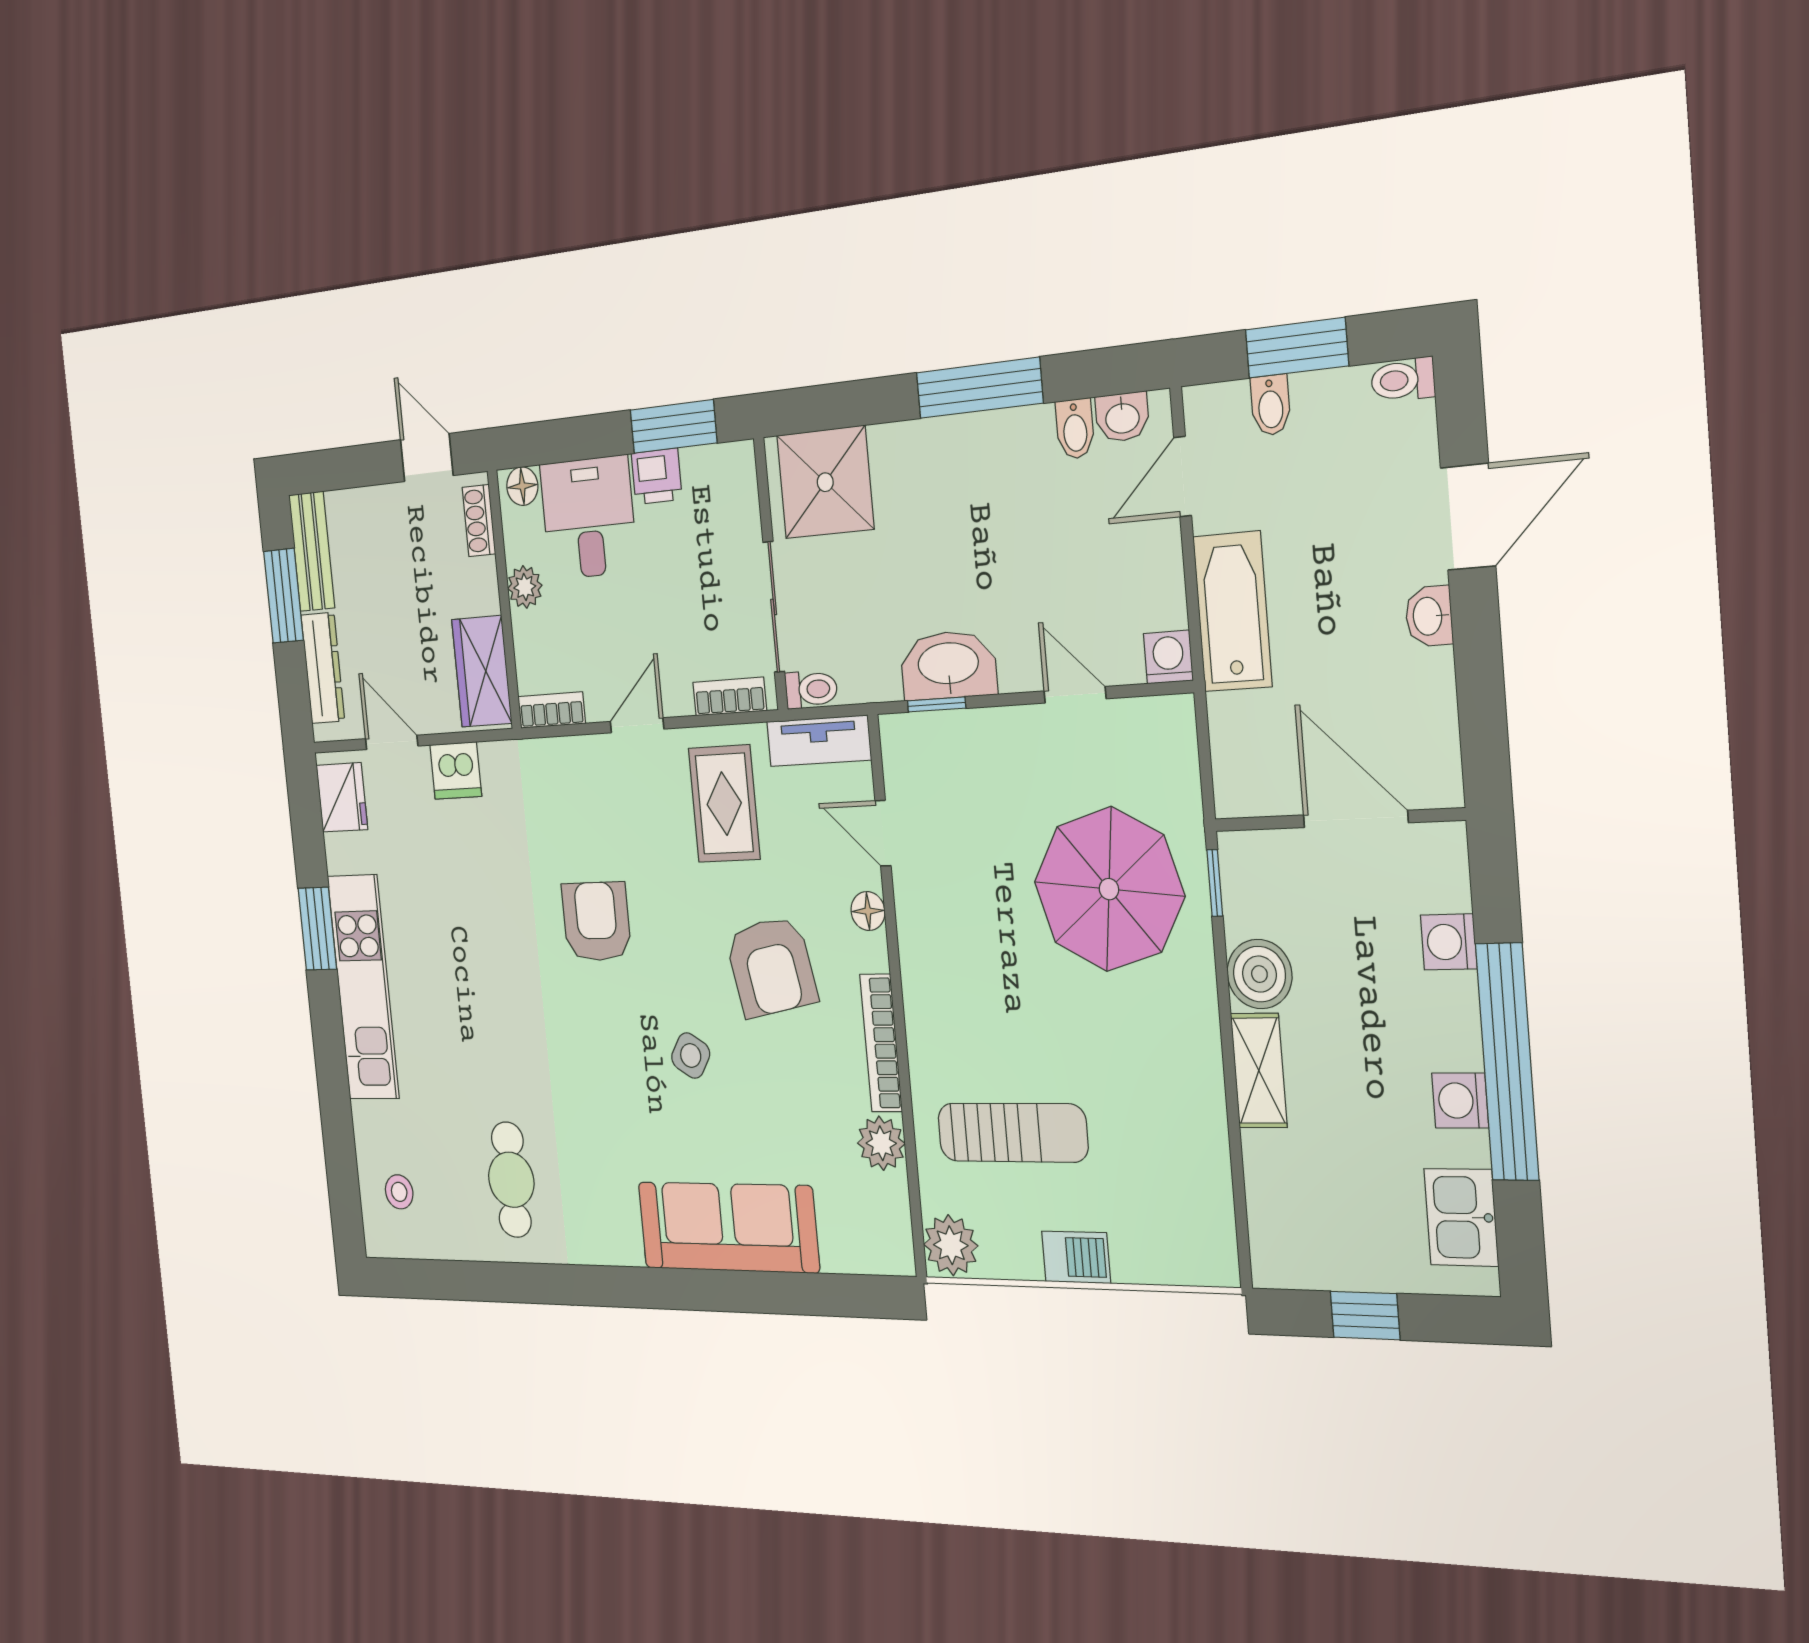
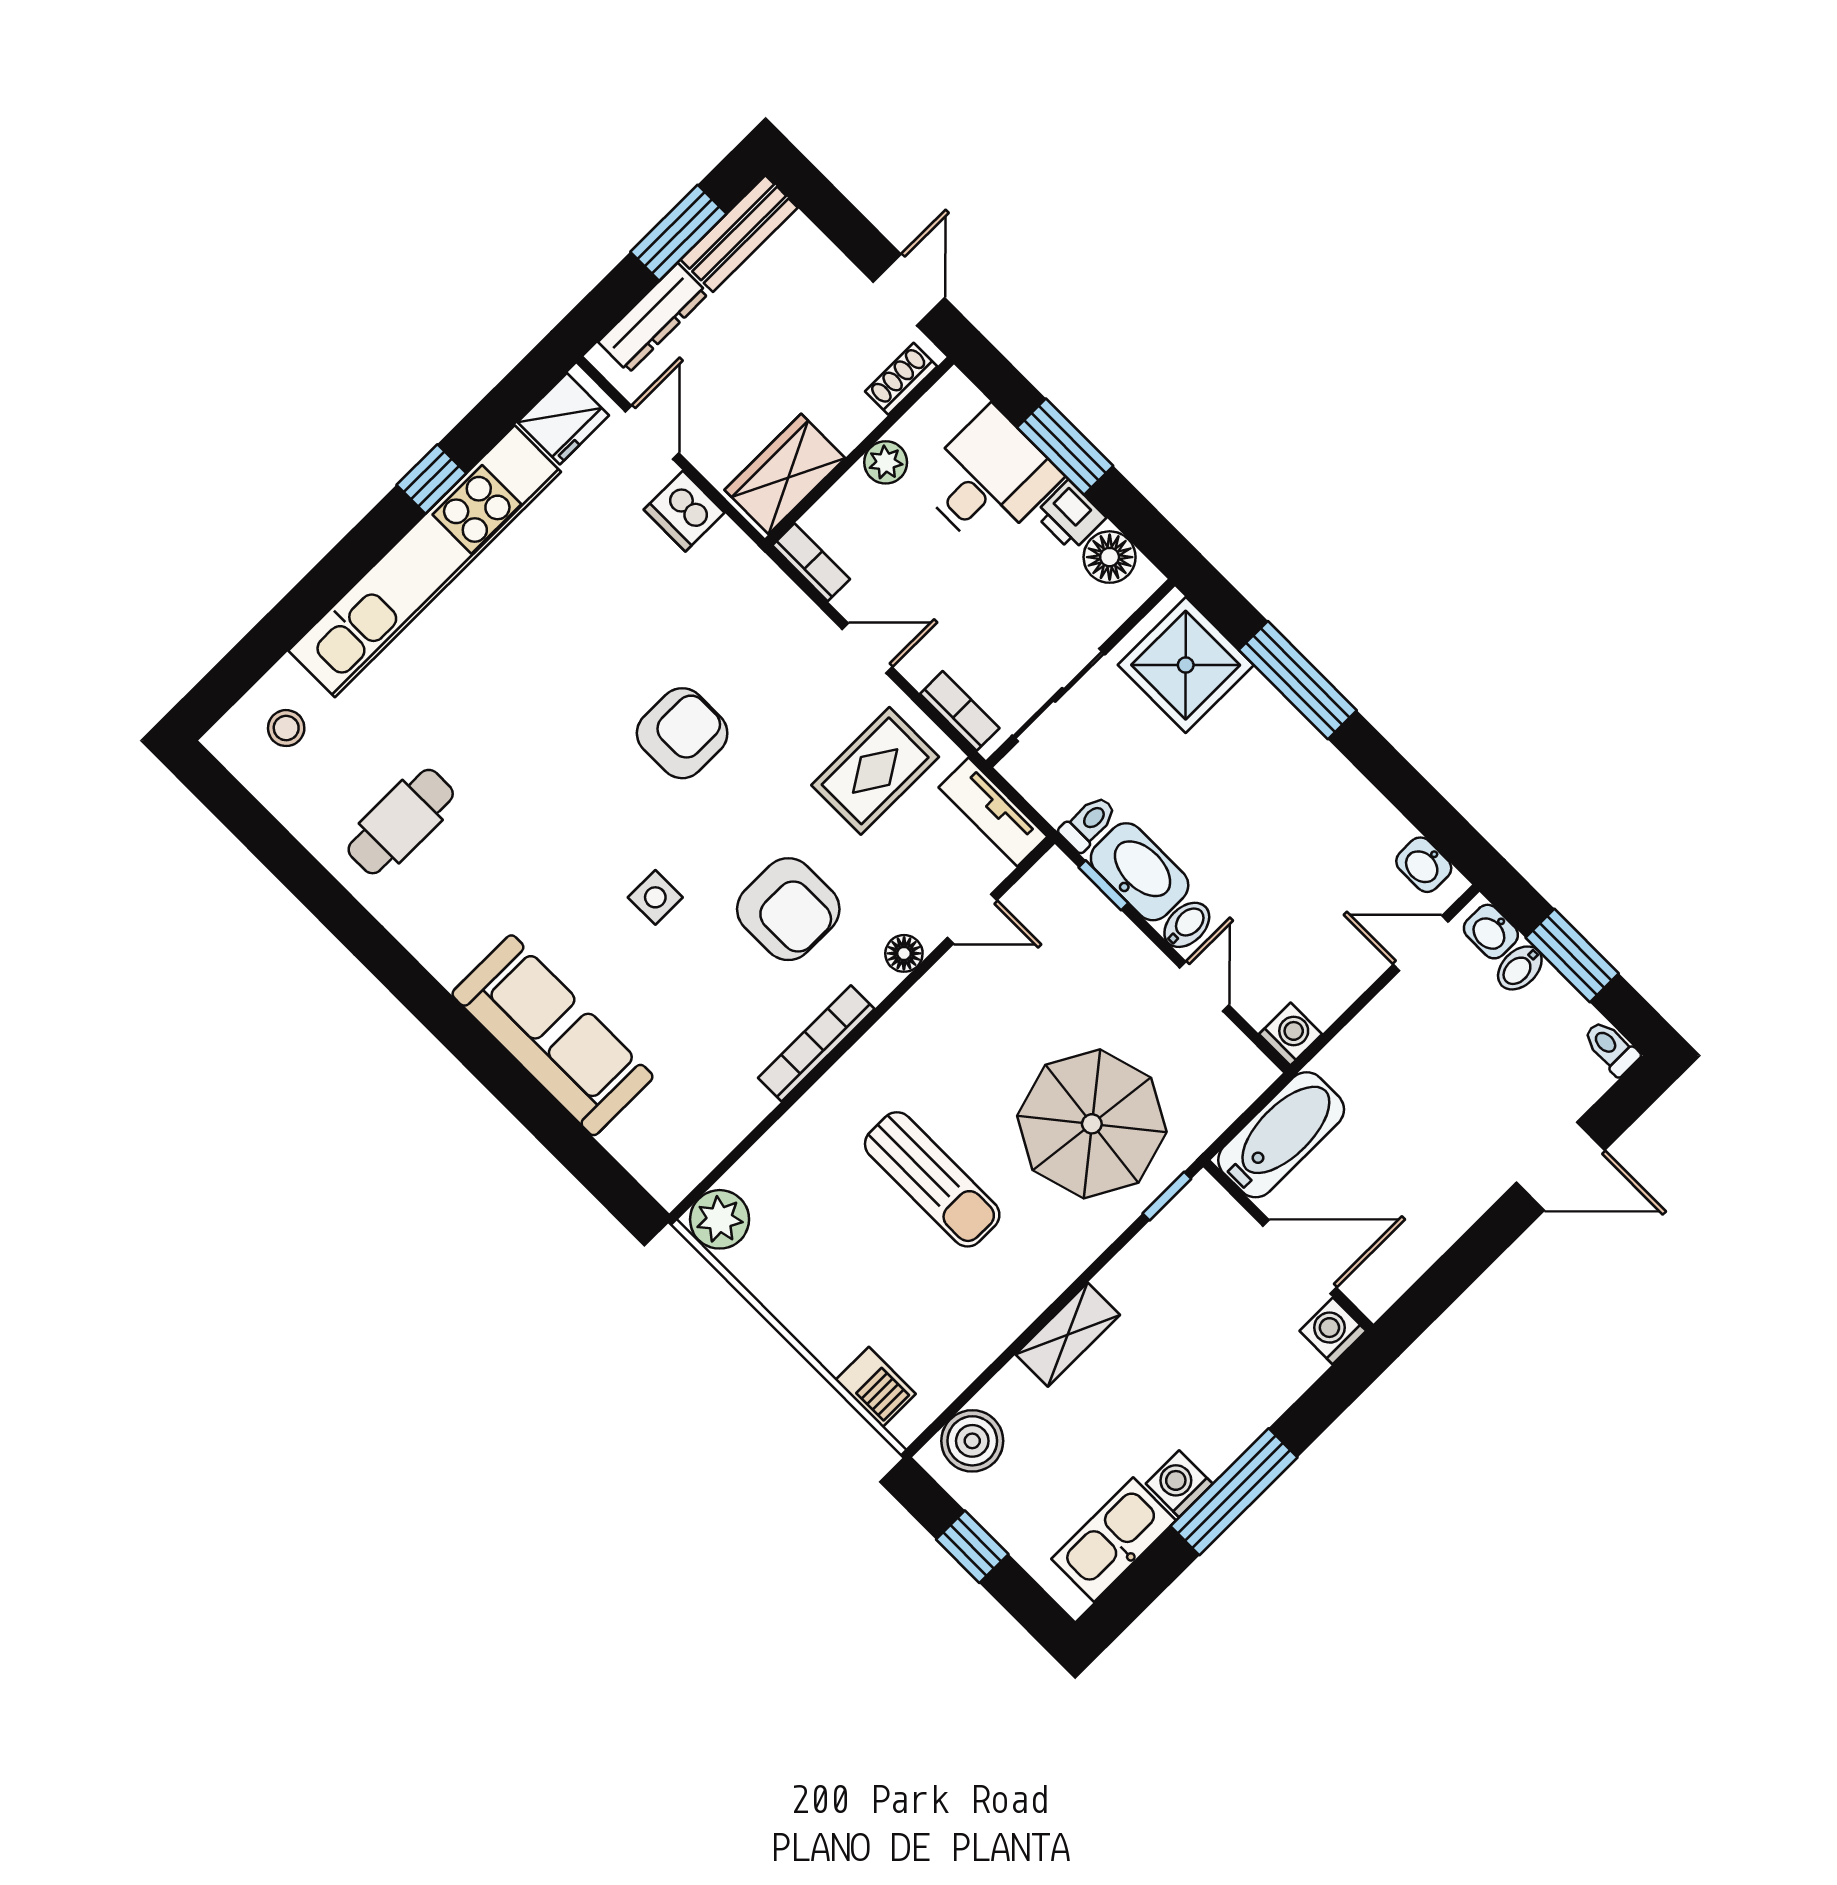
window: (979, 388) -> (1298, 680), moved
window: (674, 426) -> (1065, 447), moved
bidet: (1075, 429) -> (1187, 925), moved, turned 180
floor lamp: (522, 486) -> (1110, 557), moved, width x1.37, depth x1.37
bathtub: (1232, 612) -> (1281, 1135), moved
washbasin: (1429, 616) -> (1491, 932), moved, turned -90
toilet: (811, 689) -> (1088, 823), moved, turned -90
door: (1356, 819) -> (1300, 1257), hinge flipped
door: (883, 833) -> (972, 919), swing flipped
window: (317, 929) -> (431, 479), width x0.67
washing machine: (1449, 942) -> (1333, 1331), moved
armchair: (771, 967) -> (788, 909), turned -79
boiler: (1259, 974) -> (972, 1441), moved
kitchen unit: (363, 987) -> (425, 561), width x1.36
side table: (691, 1056) -> (655, 897), turned -32
window: (1507, 1062) -> (1234, 1492), width x0.68
sun lounger: (1012, 1133) -> (932, 1179), moved
plant: (881, 1143) -> (741, 1104), removed
kitchen sink: (1461, 1217) -> (1114, 1540), width x1.38
barbecue: (1076, 1257) -> (876, 1387), moved

